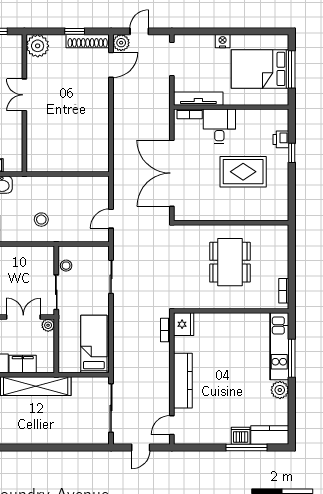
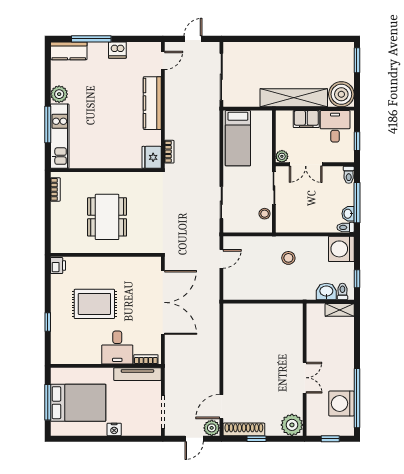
printer: (281, 139) -> (58, 266), moved
dishwasher: (241, 436) -> (117, 50), moved

